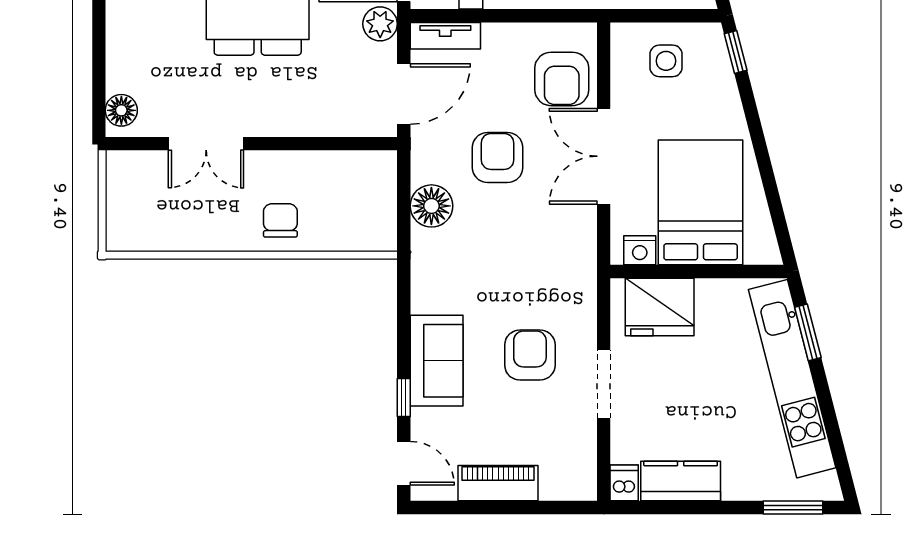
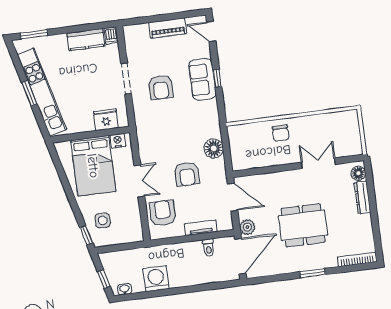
tv unit: (445, 36) -> (201, 228), moved
dresser: (119, 56) -> (362, 197), added
side table: (666, 61) -> (103, 220), moved
door: (404, 94) -> (233, 197), swing flipped
double door: (604, 156) -> (139, 181), width x0.73
fridge: (660, 307) -> (106, 120), width x0.73, depth x0.75
window: (808, 332) -> (29, 93), moved
window: (404, 397) -> (217, 78), moved

